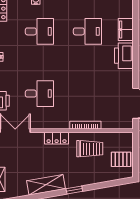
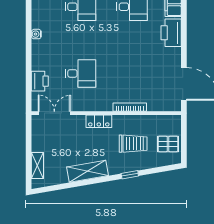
trolley: (90, 149) -> (133, 144), moved
window: (74, 190) -> (130, 175), moved

